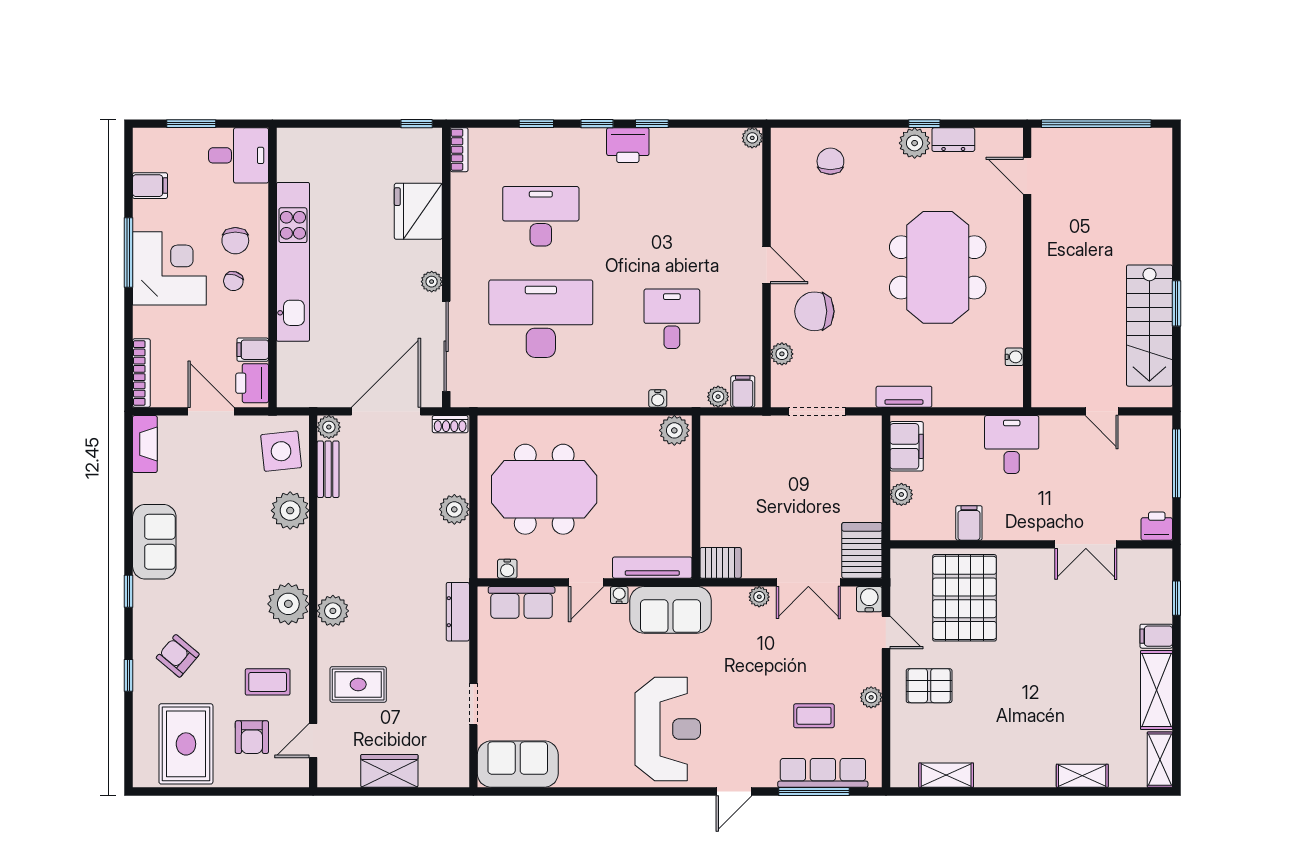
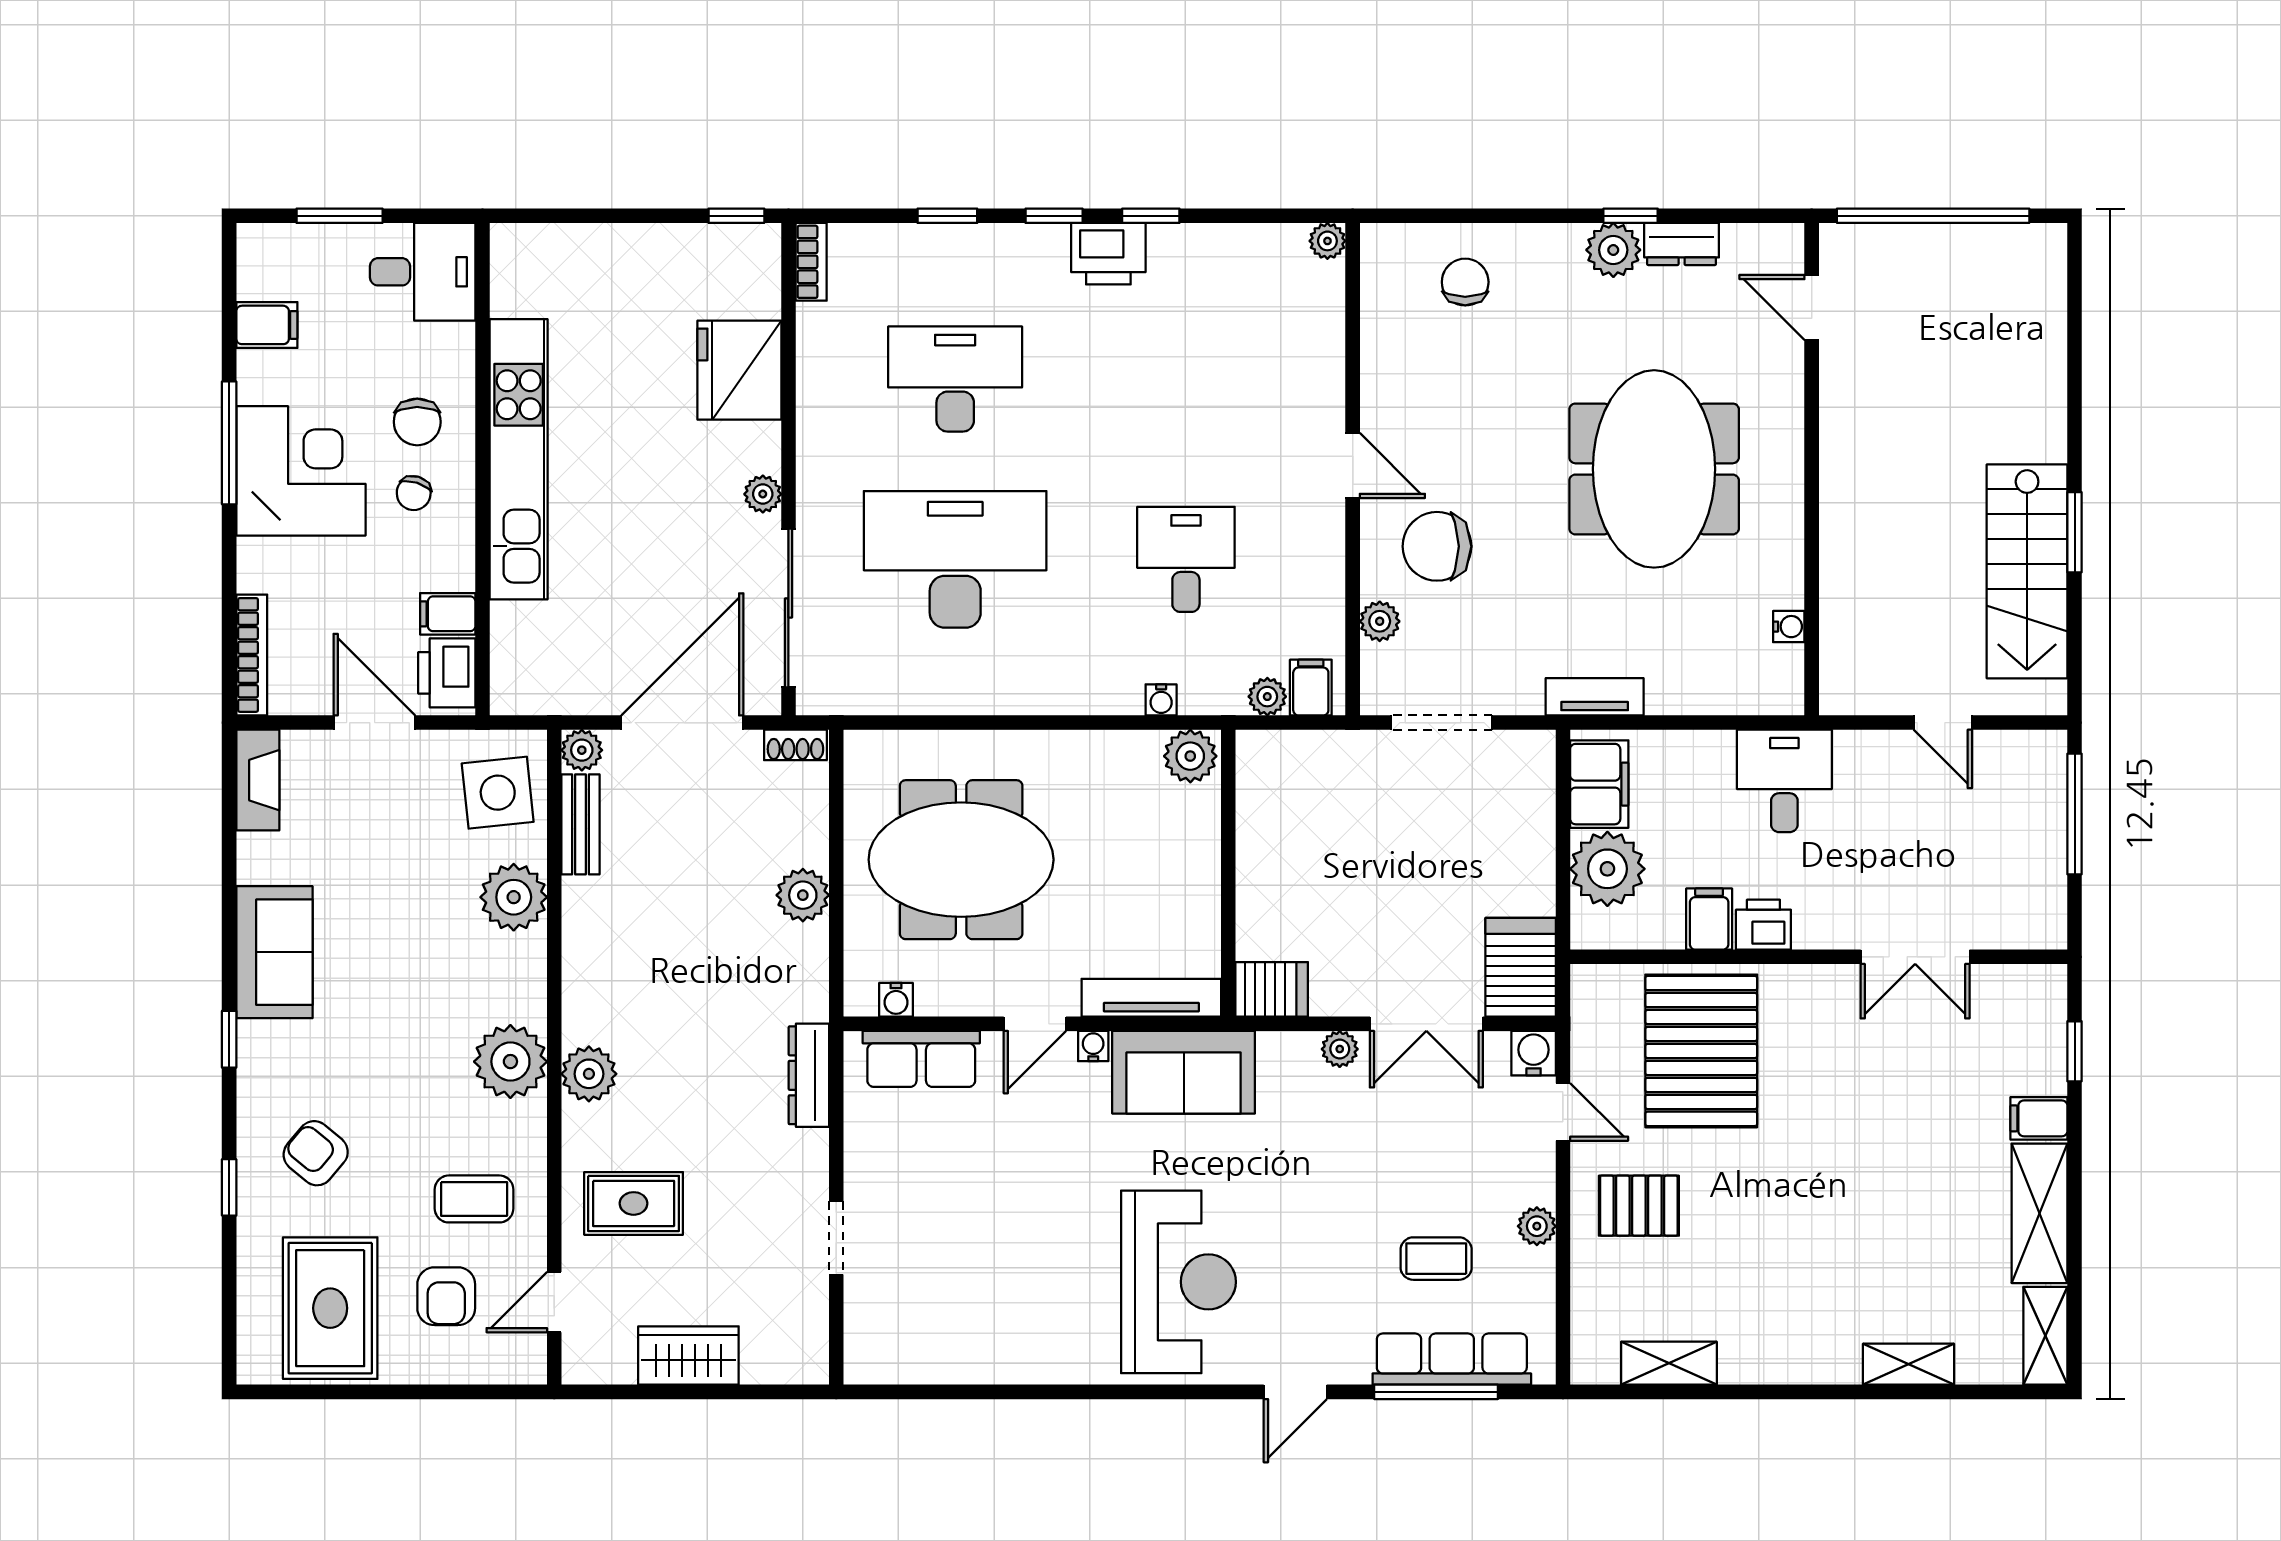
plant: (901, 494) -> (1607, 869), width x1.88, depth x1.88
printer: (1157, 526) -> (1763, 925), moved
sofa: (518, 764) -> (914, 1344), removed

